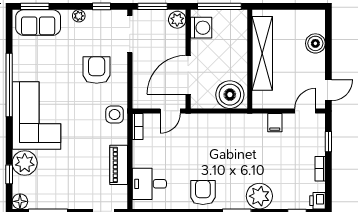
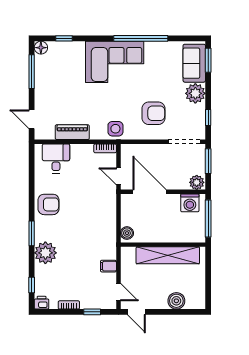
plant: (79, 16) -> (195, 93), width x1.87, depth x1.87
boiler: (230, 95) -> (127, 233), width x0.54, depth x0.54
plant: (25, 163) -> (74, 52), removed

